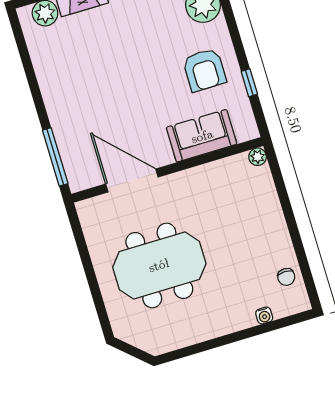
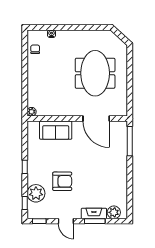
armchair: (204, 70) -> (62, 181), moved, turned 90
window: (249, 83) -> (25, 167), moved
meeting table: (159, 265) -> (95, 73), turned 90

